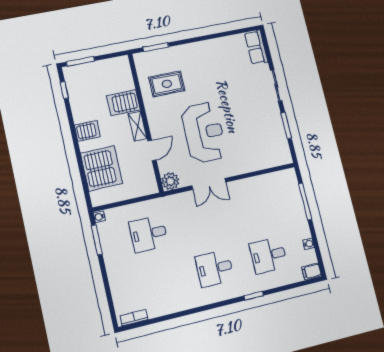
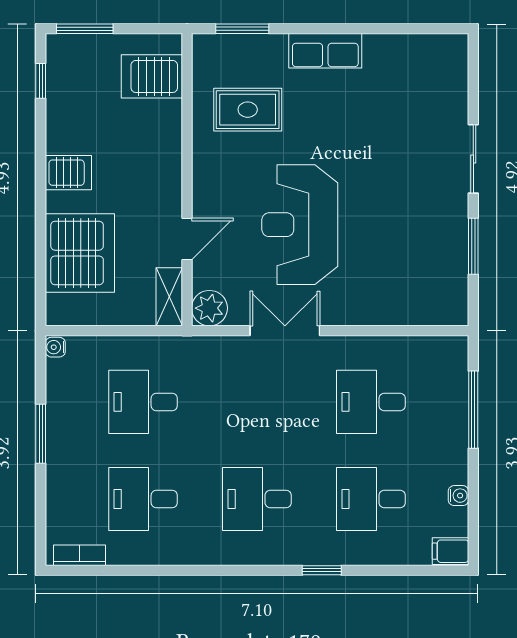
row of seats: (256, 47) -> (325, 51), moved, turned -90
server rack: (123, 103) -> (152, 76), moved
shelving: (137, 126) -> (169, 297), moved
reception desk: (204, 132) -> (300, 225), turned 180
double door: (209, 184) -> (285, 331), swing flipped
desk: (257, 209) -> (371, 402), added
window: (97, 240) -> (41, 434), moved
desk: (159, 282) -> (143, 499), added

